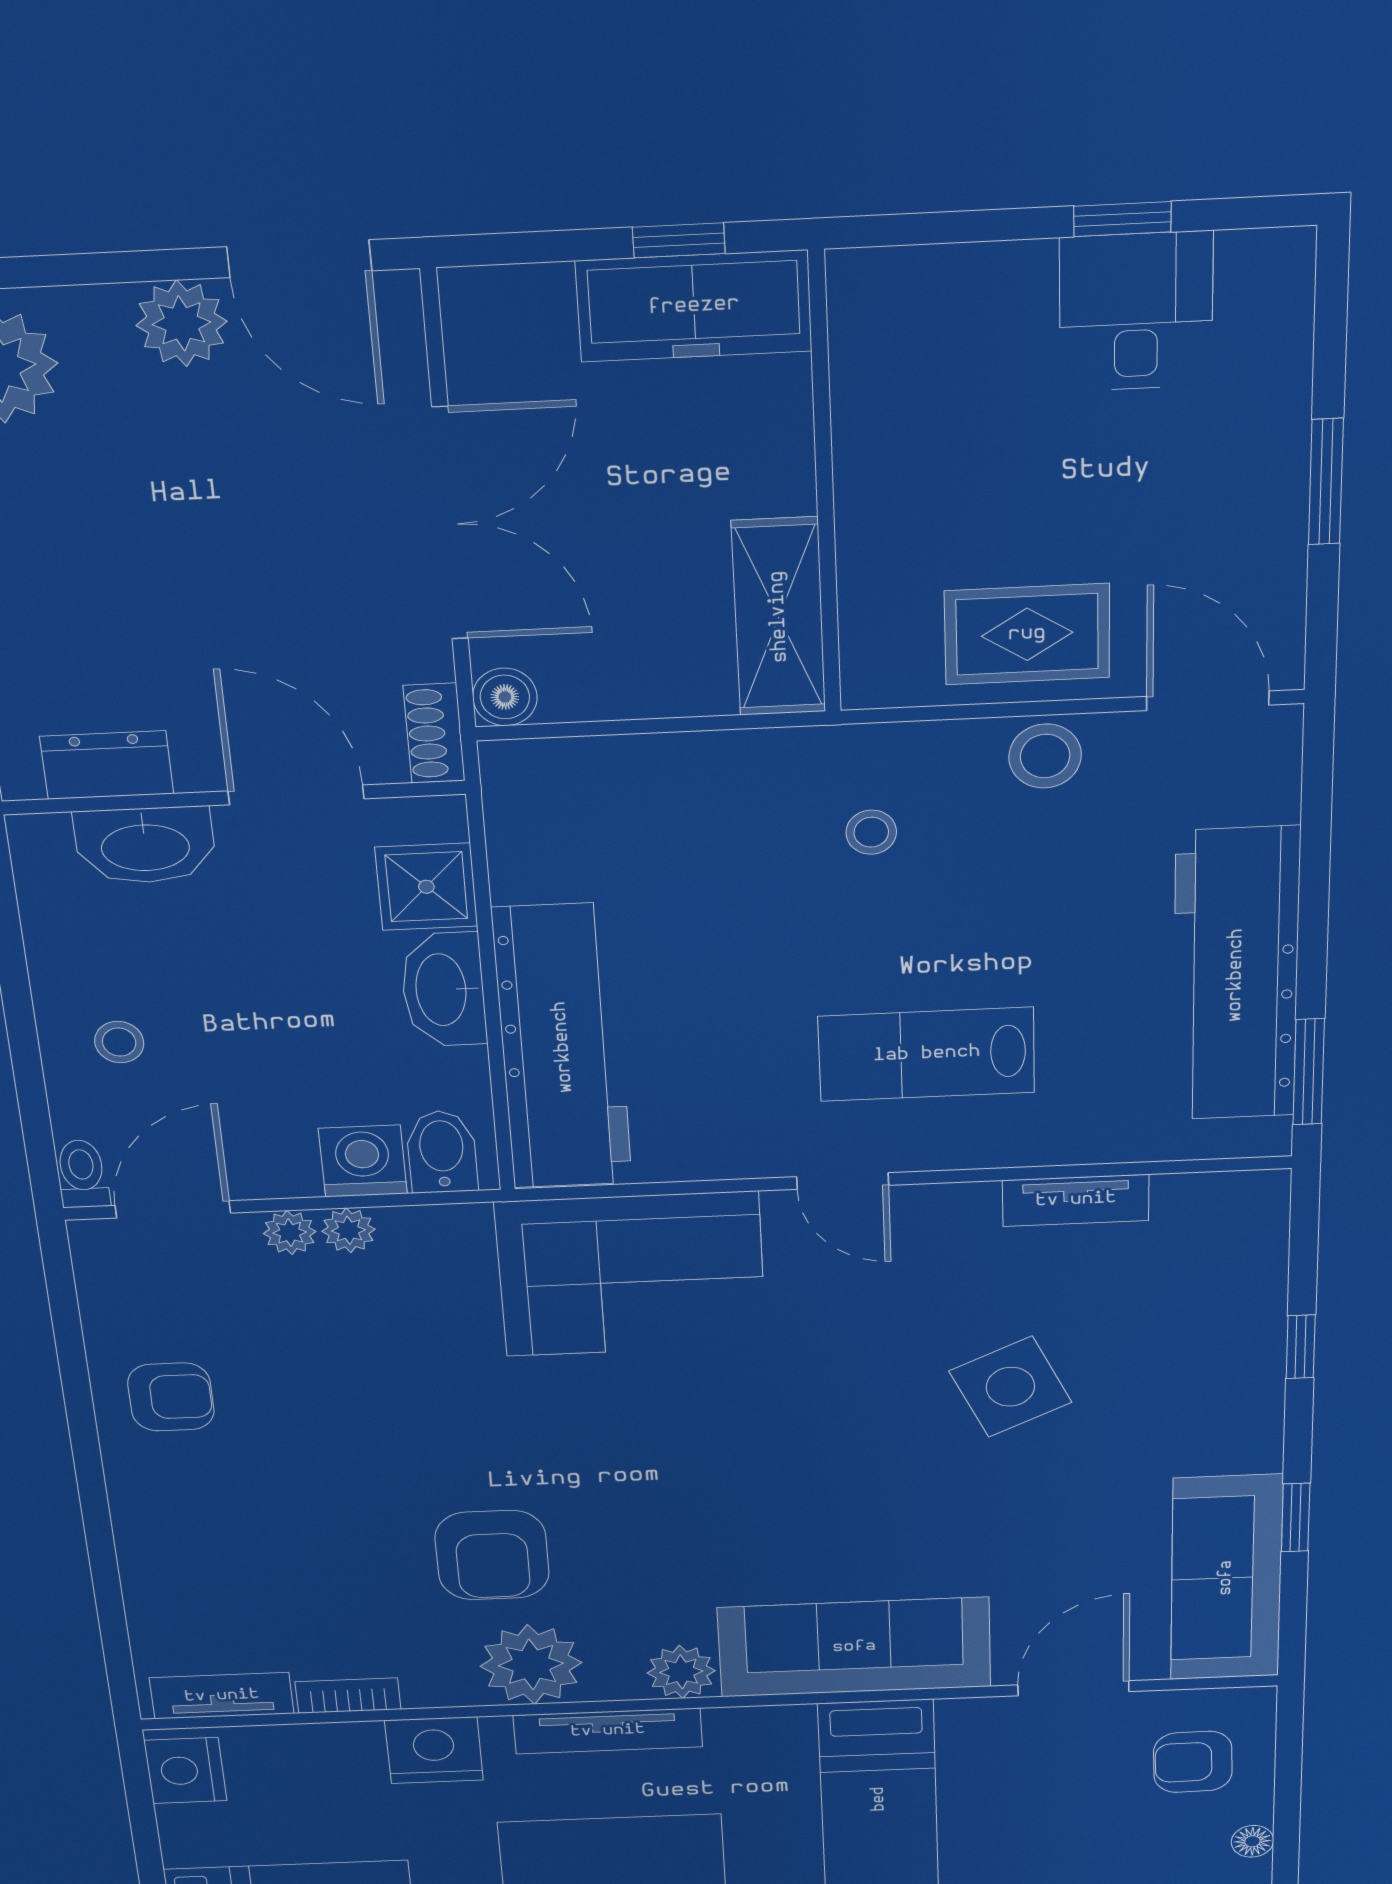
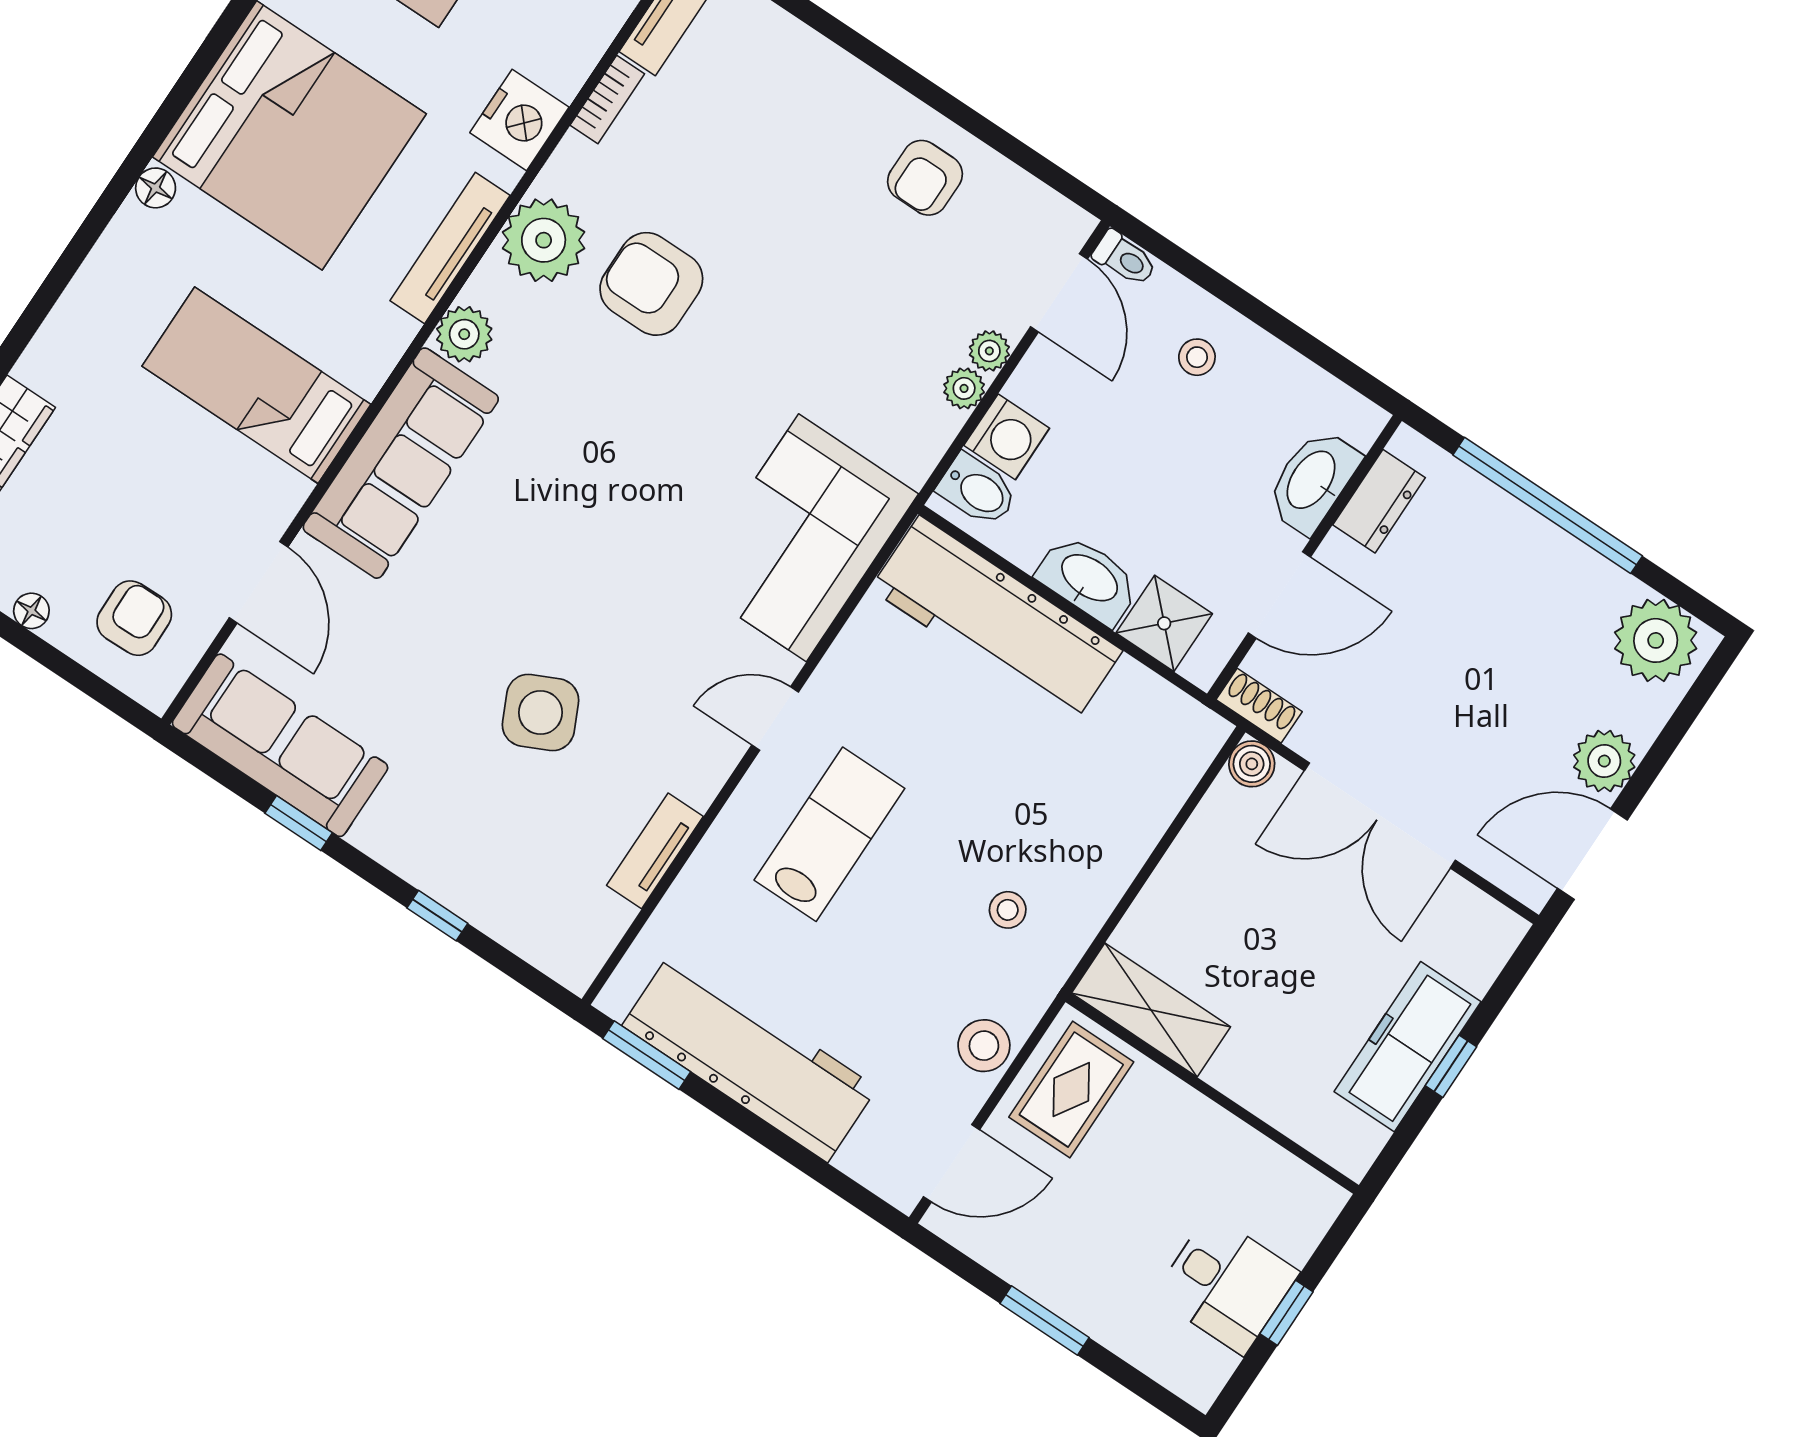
wall: (825, 487) -> (1212, 1094), moved
shelving: (779, 617) -> (1151, 1010), moved

